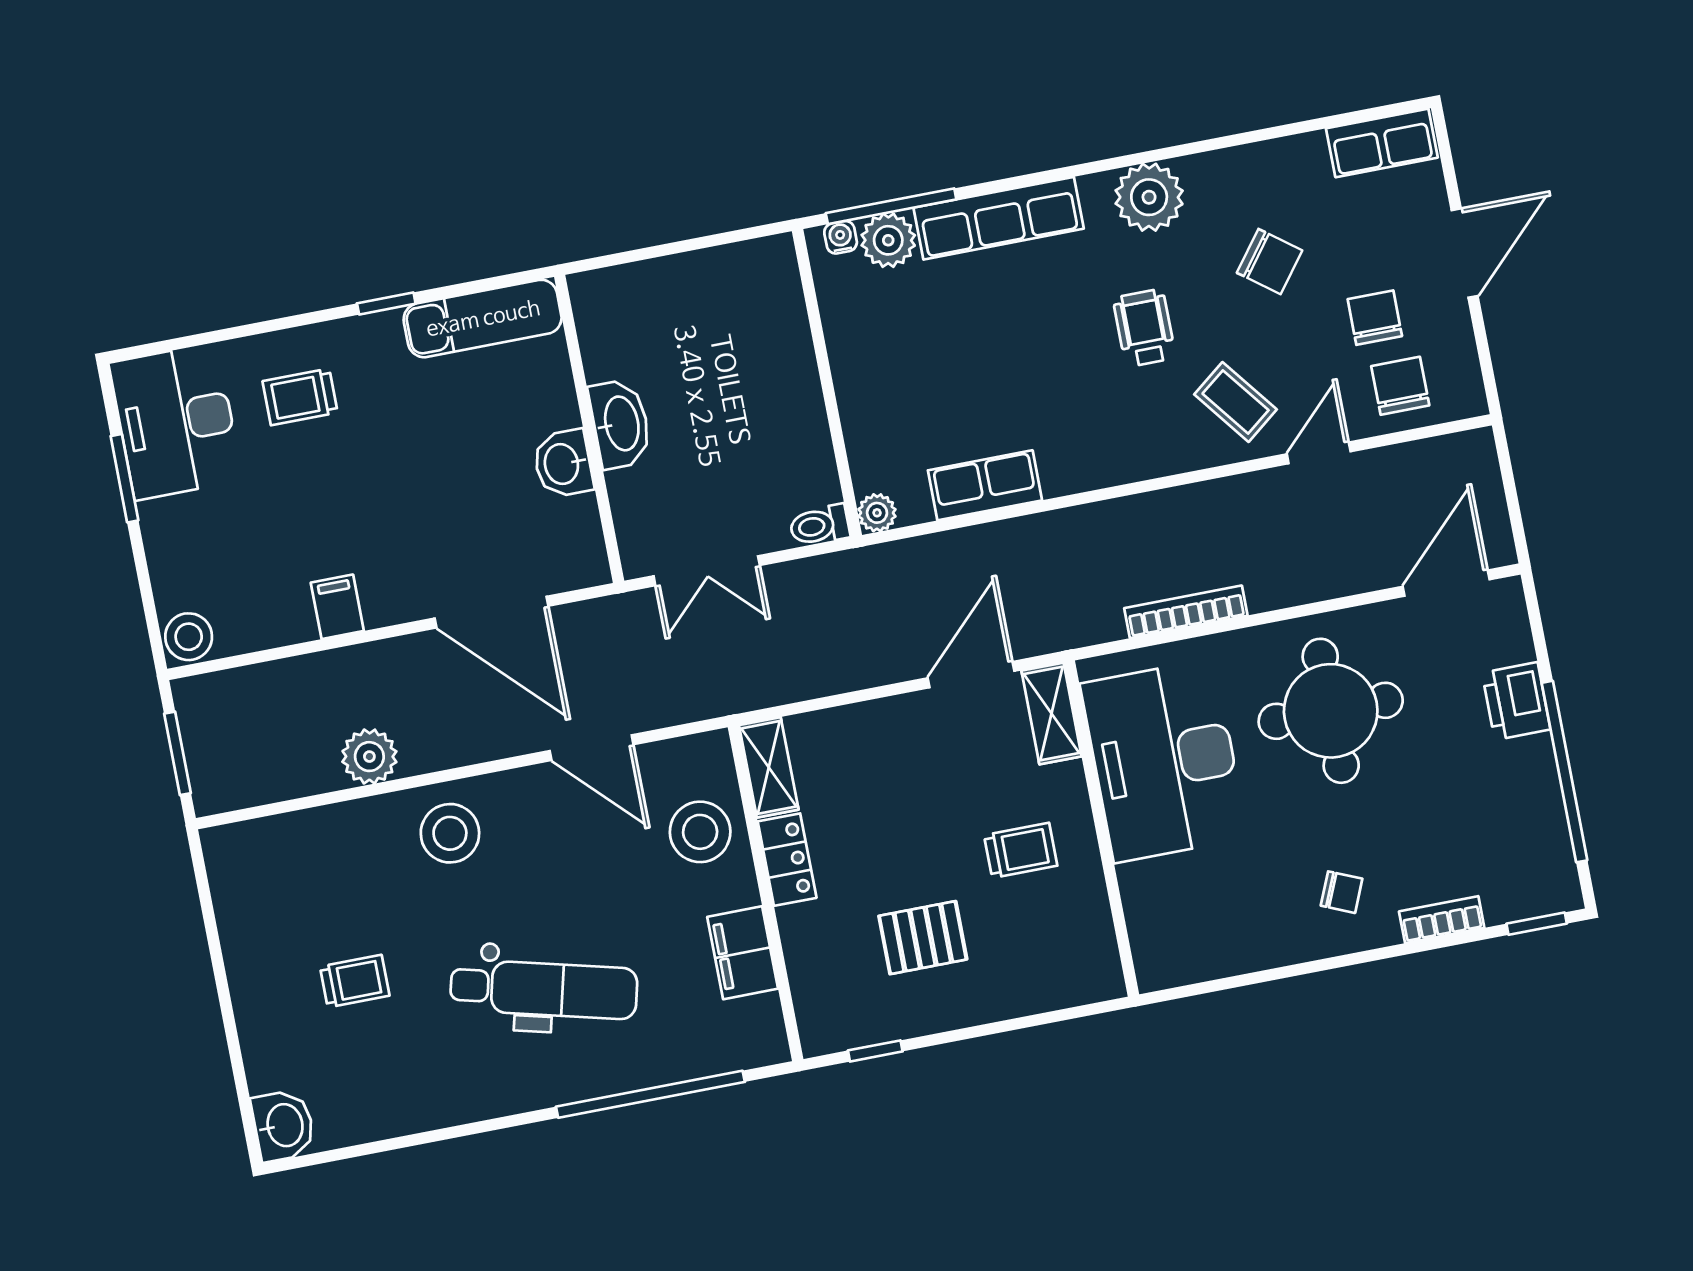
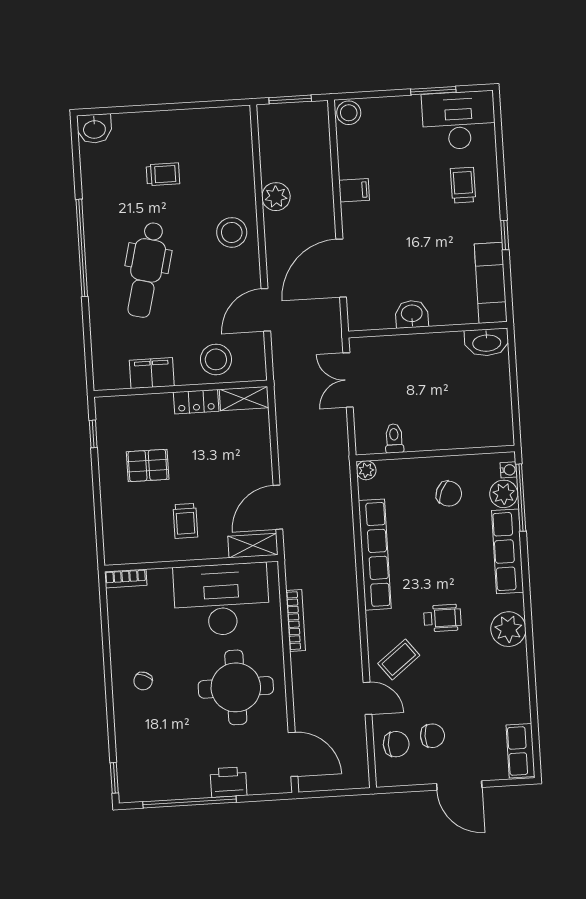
chair: (1270, 262) -> (449, 494), moved, turned -102
washbasin: (620, 424) -> (487, 342), moved
row of seats: (985, 485) -> (375, 555), width x2.02
toilet: (820, 525) -> (394, 438), moved
door: (971, 675) -> (278, 507), swing flipped
bookcase: (1442, 920) -> (126, 578), moved, turned 90
pallet: (923, 938) -> (148, 465), turned 90
trolley: (355, 981) -> (163, 174), turned -90
window: (650, 1094) -> (82, 248), moved

